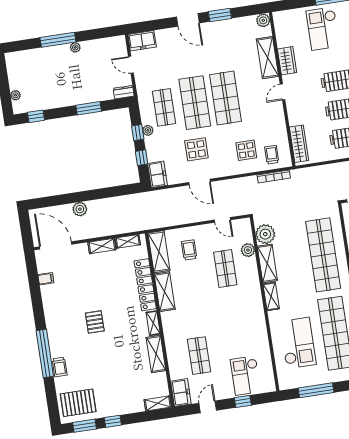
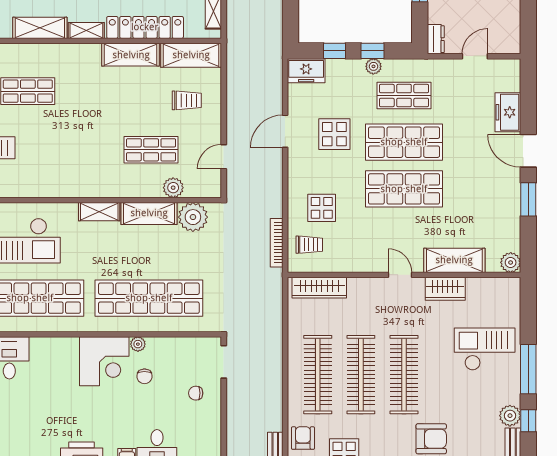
door: (188, 20) -> (528, 151), hinge flipped
freezer: (142, 41) -> (508, 112), moved

